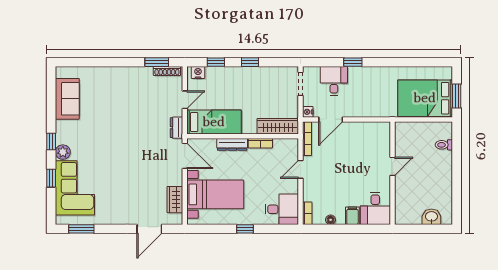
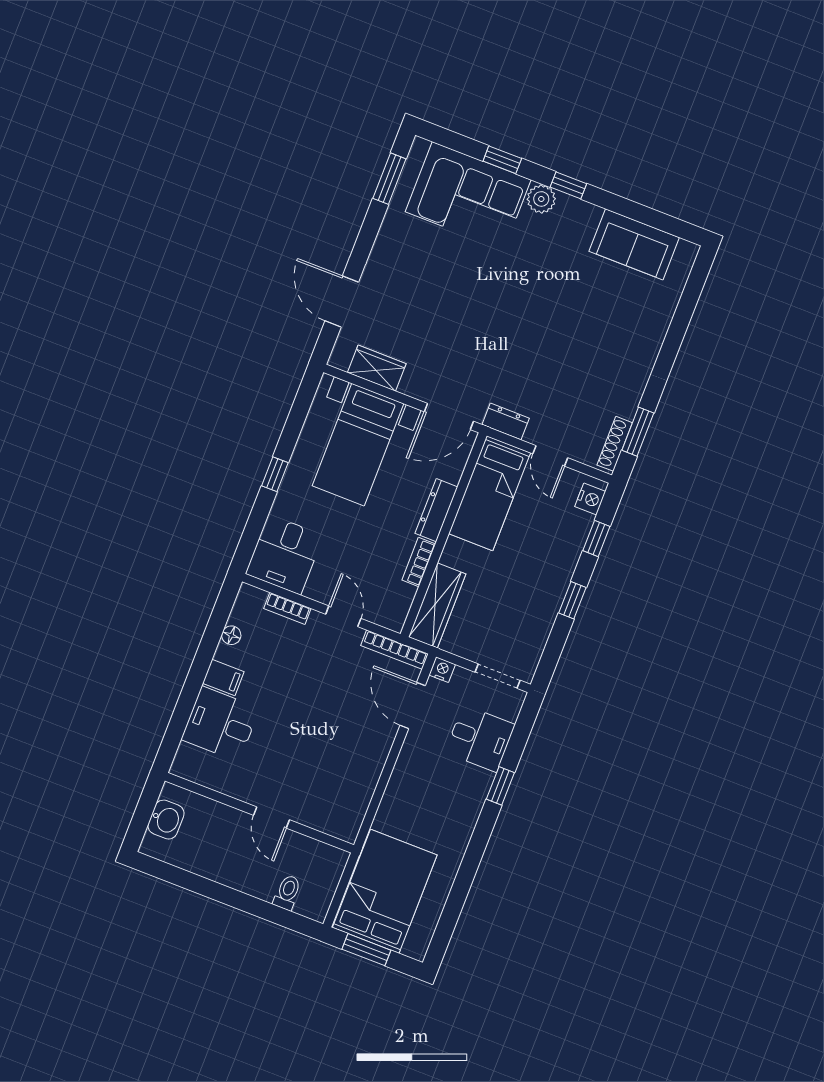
door: (392, 166) -> (272, 817), moved
wall: (392, 173) -> (259, 813), moved
bookcase: (307, 213) -> (287, 608), moved

